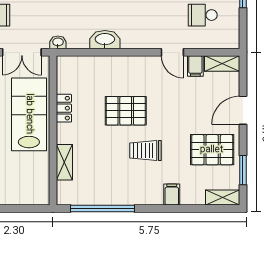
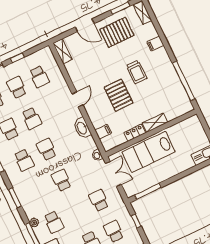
door: (172, 52) -> (78, 99), moved
filing cabinet: (195, 66) -> (103, 132), moved
pallet: (212, 150) -> (117, 32), turned 90
shelving: (64, 162) -> (155, 123), moved

